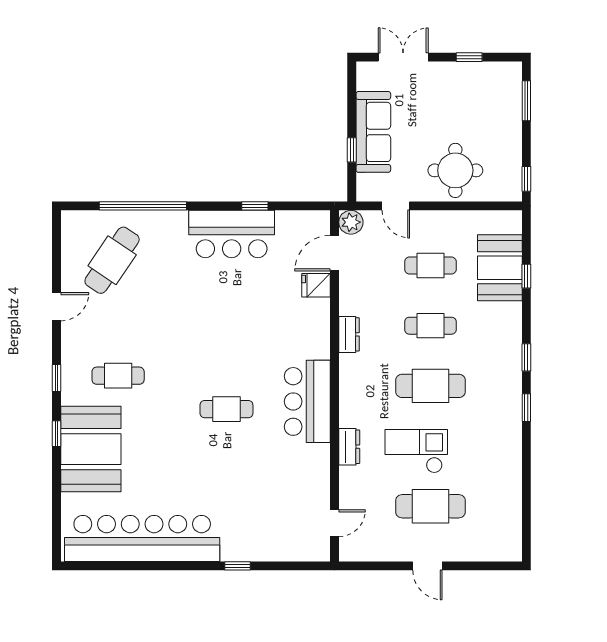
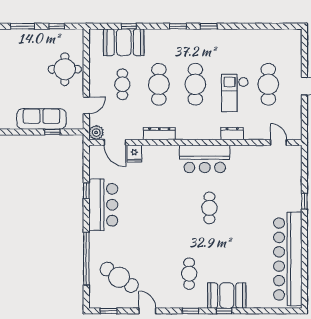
window: (526, 179) -> (57, 26), moved
window: (56, 243) -> (109, 311), added
cafe table: (430, 326) -> (159, 84), width x1.37, depth x1.35
dresser: (349, 334) -> (159, 134), width x1.44
booth: (91, 449) -> (227, 295), width x0.73, depth x0.70

